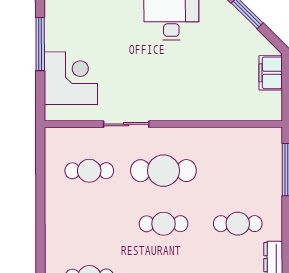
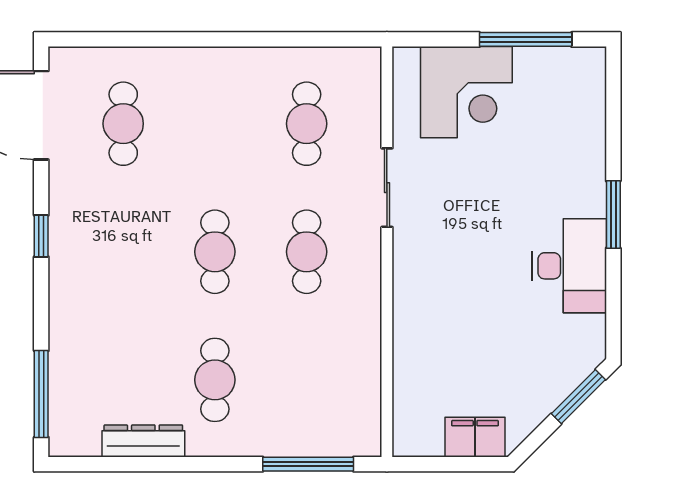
cafe table: (163, 171) -> (307, 252), width x0.73, depth x0.74

